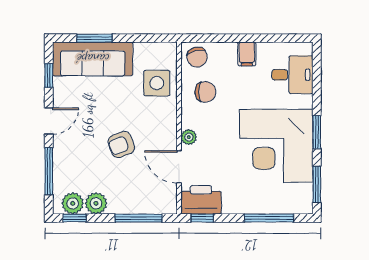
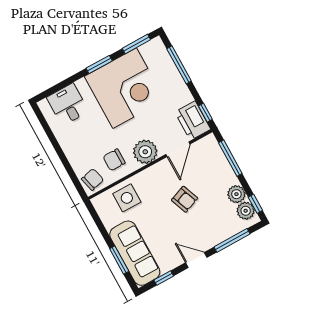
filing cabinet: (247, 54) -> (71, 145), removed
chair: (205, 92) -> (114, 160), turned -90
plant: (189, 137) -> (145, 152), width x1.88, depth x1.88

